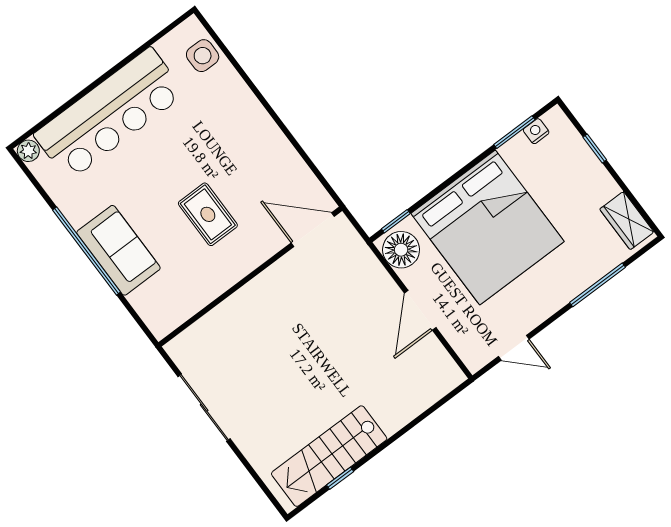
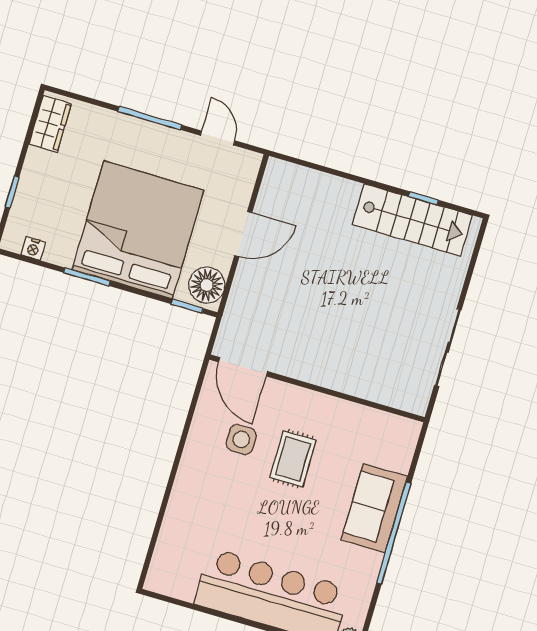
side table: (203, 56) -> (241, 439), moved
window: (514, 132) -> (87, 277), moved
window: (598, 285) -> (150, 118), moved

